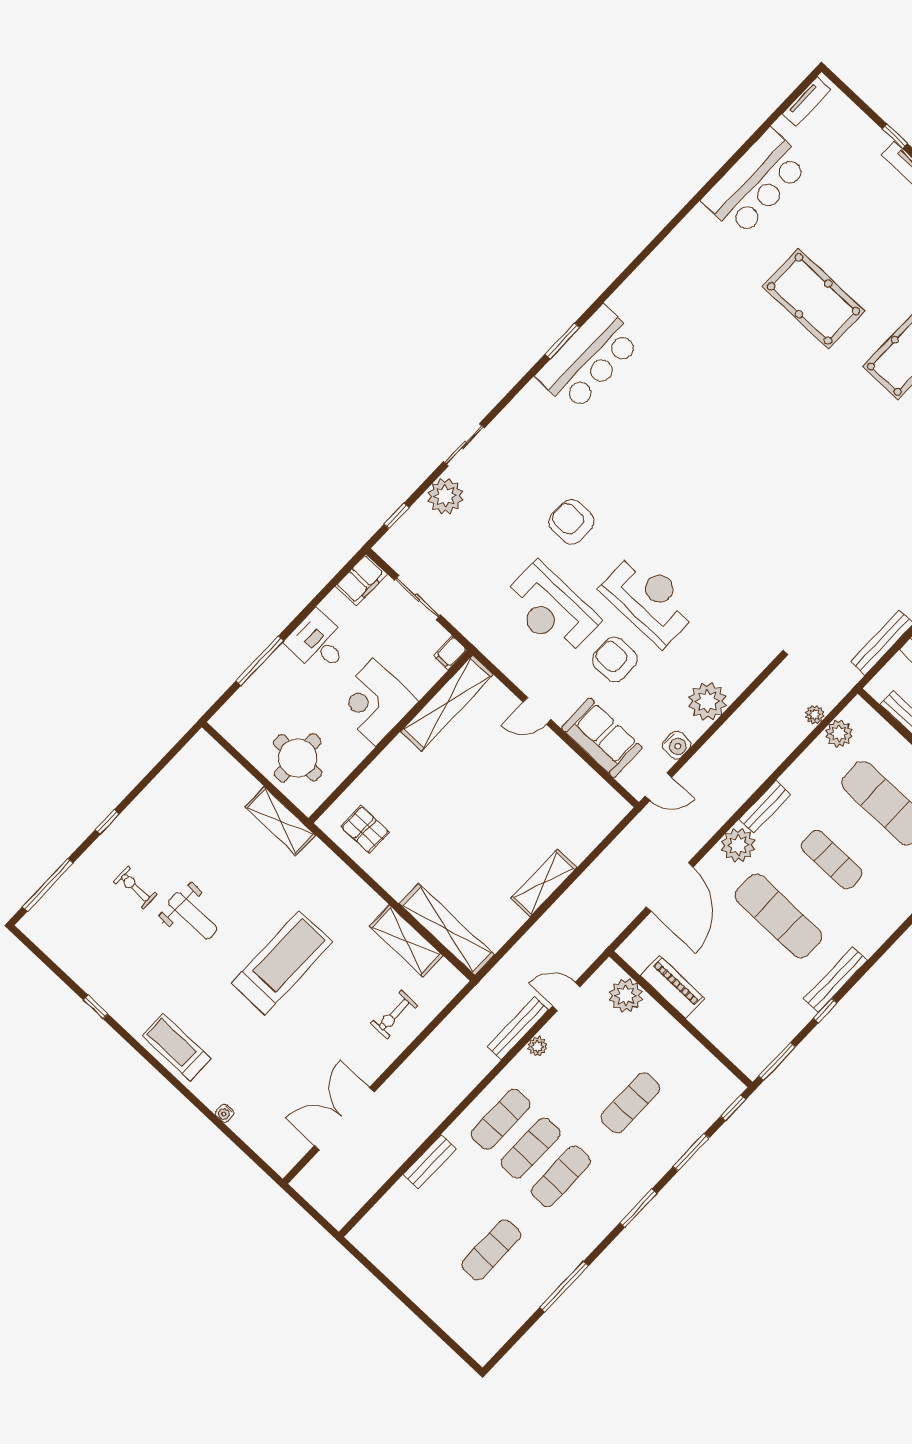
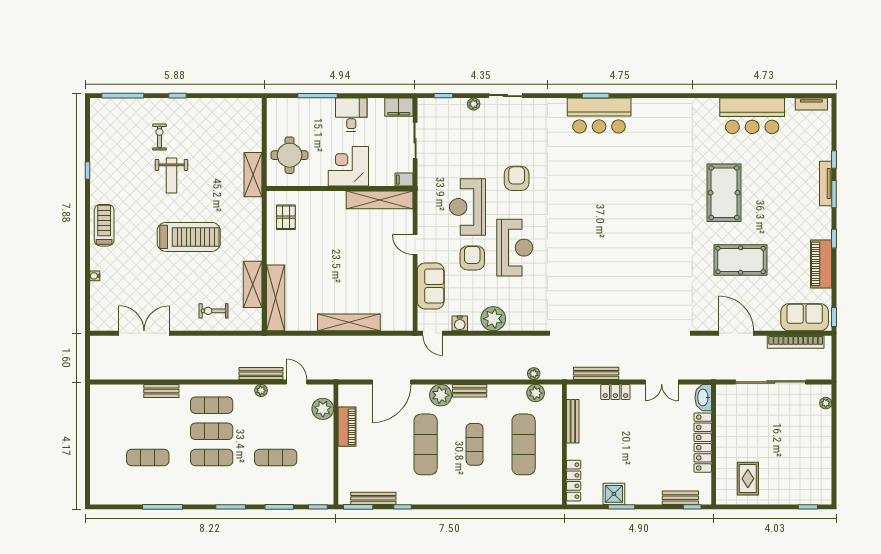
plant: (445, 496) -> (474, 104), width x0.53, depth x0.53
shelving: (544, 883) -> (349, 322), width x1.47
bench: (836, 980) -> (373, 498), moved

